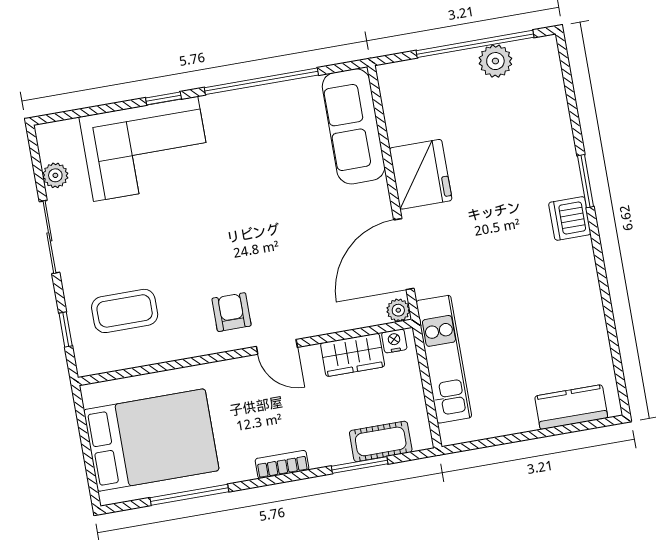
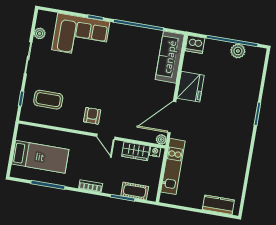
dishwasher: (570, 218) -> (195, 44), moved, turned -90
bed: (151, 440) -> (40, 157), width x0.67

